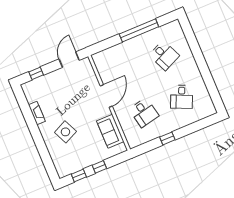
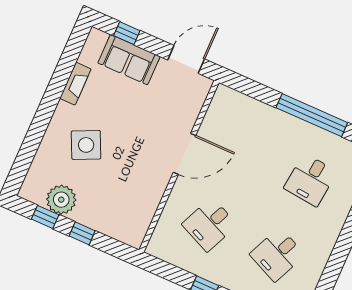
desk: (164, 55) -> (310, 180), turned 30
desk: (144, 113) -> (210, 224), turned 36
sofa: (110, 131) -> (129, 60), moved, turned -90
plant: (78, 162) -> (61, 200), added

